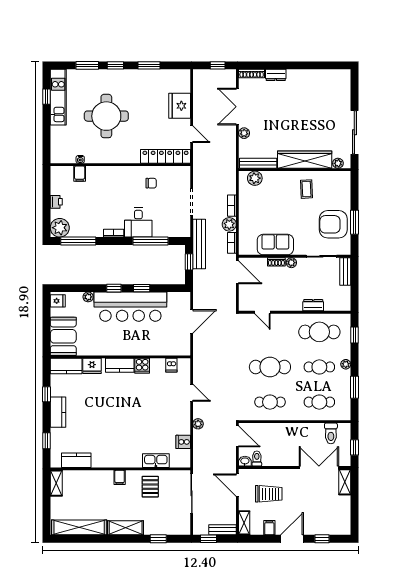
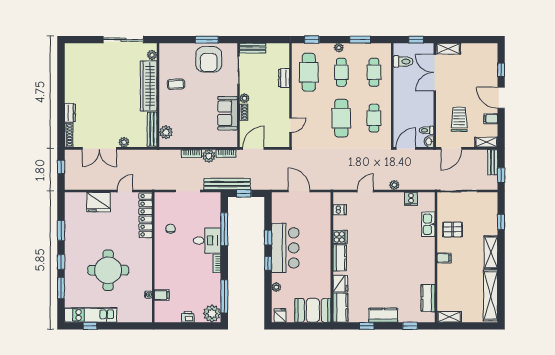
bar counter: (130, 307) -> (285, 248), width x0.73

